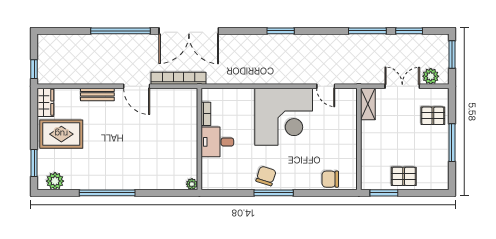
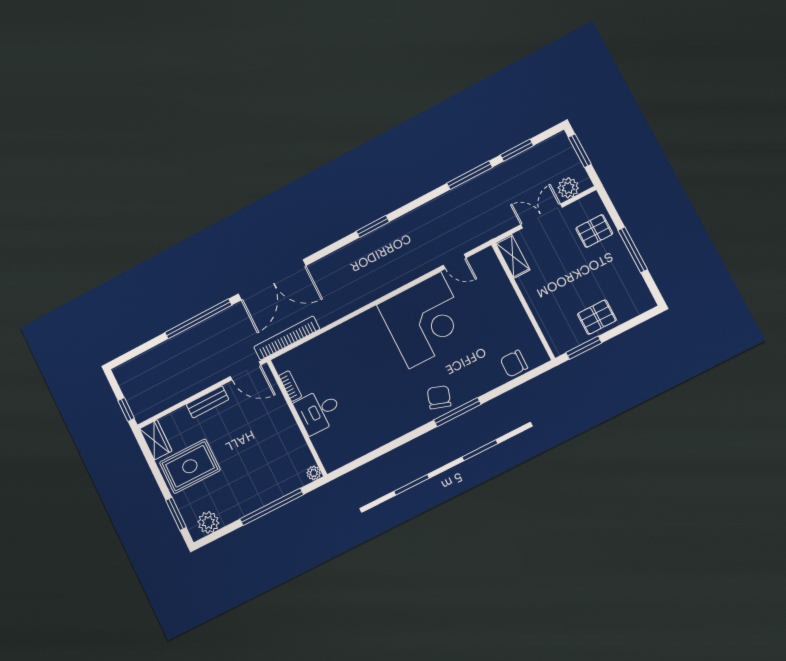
bookcase: (206, 114) -> (290, 386), moved
wall: (199, 139) -> (297, 418), moved
desk: (217, 142) -> (318, 411), moved
plant: (192, 184) -> (314, 473), moved

